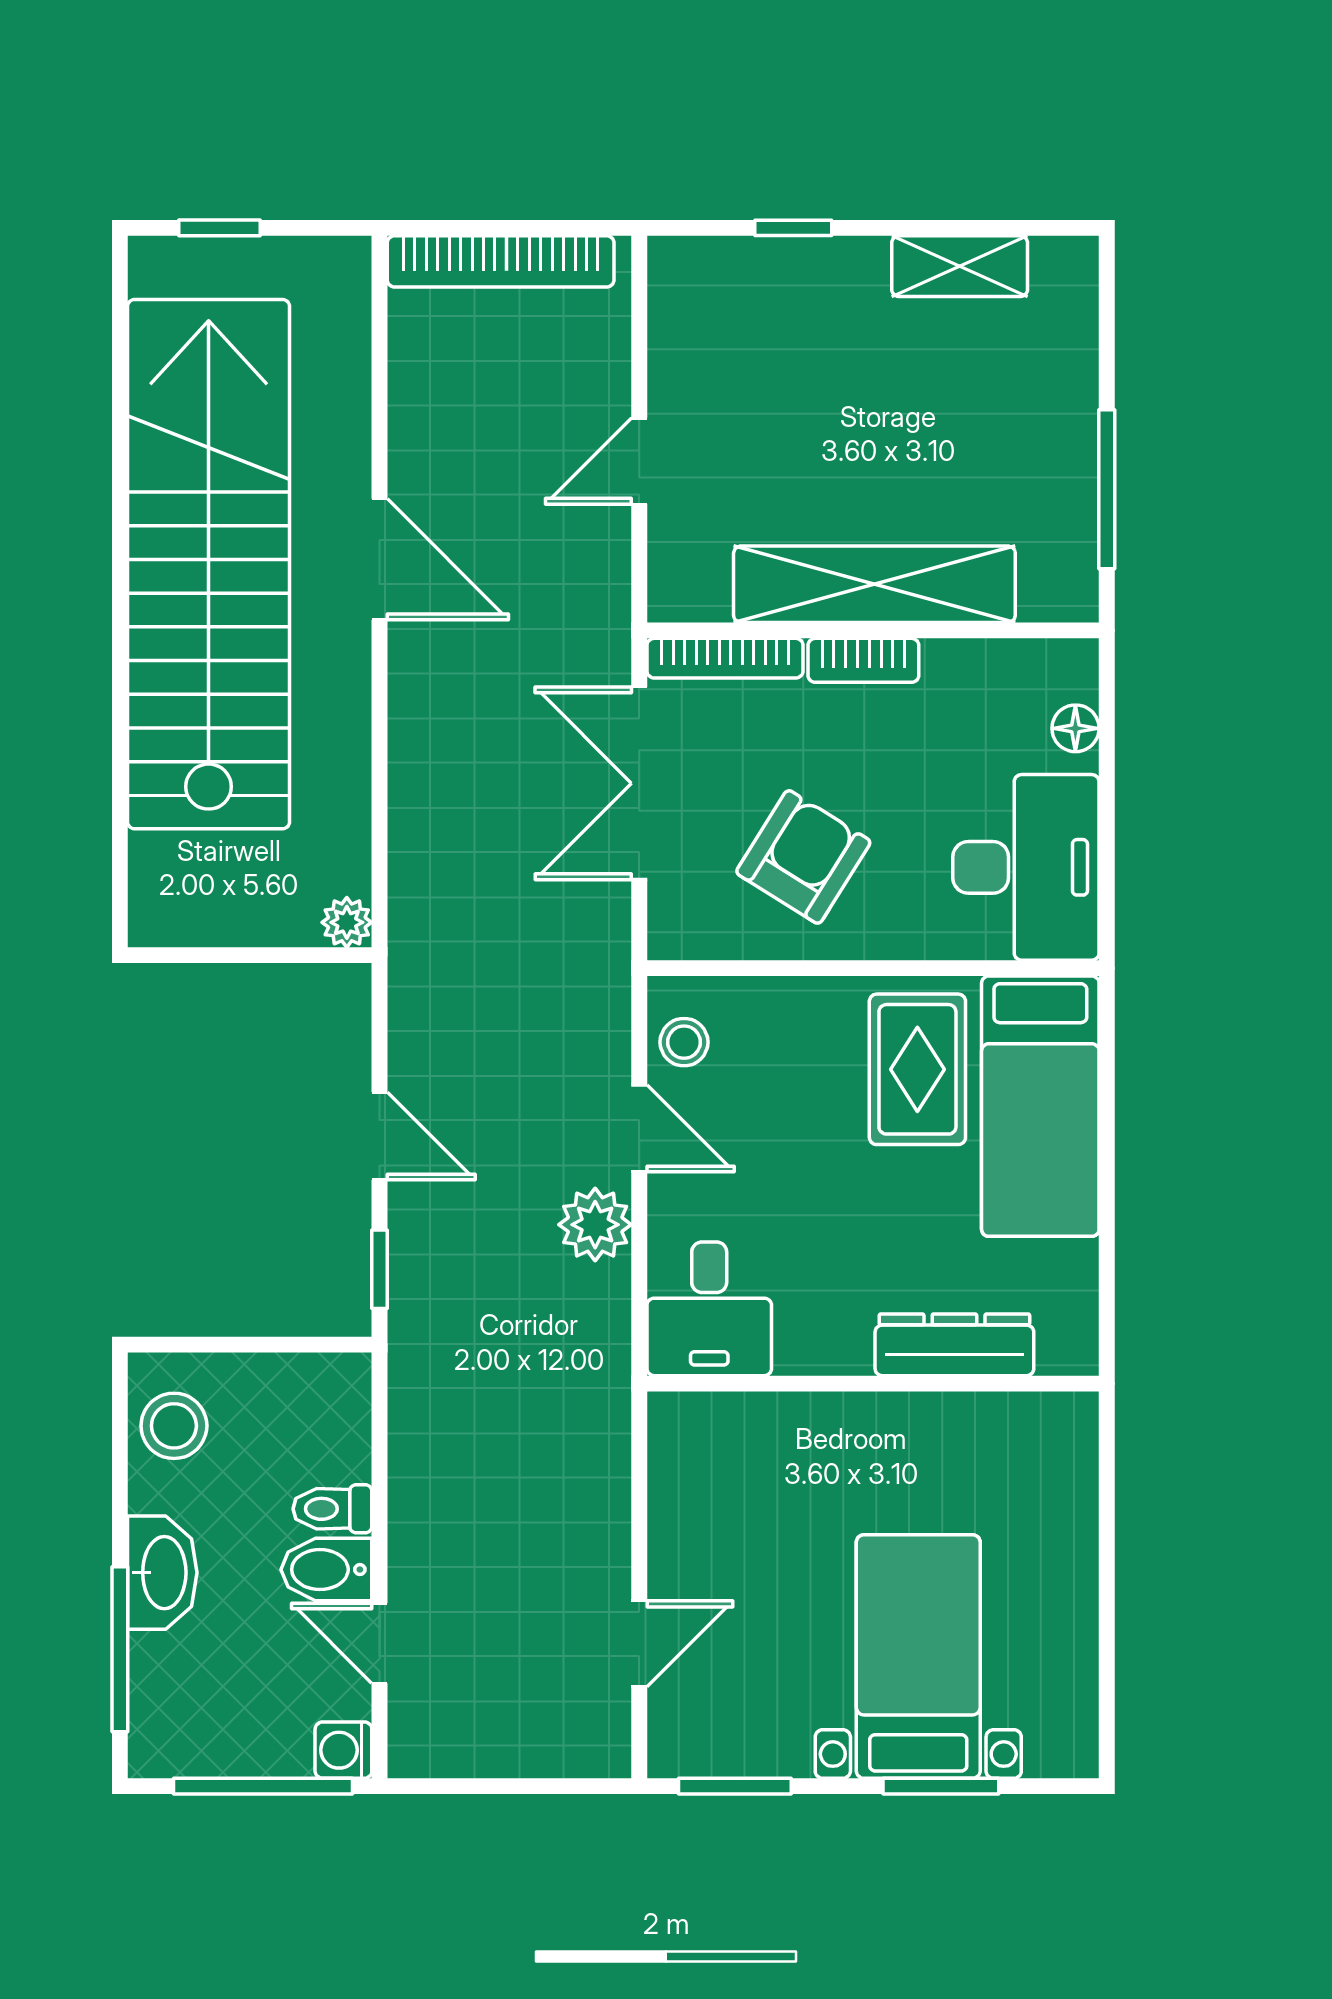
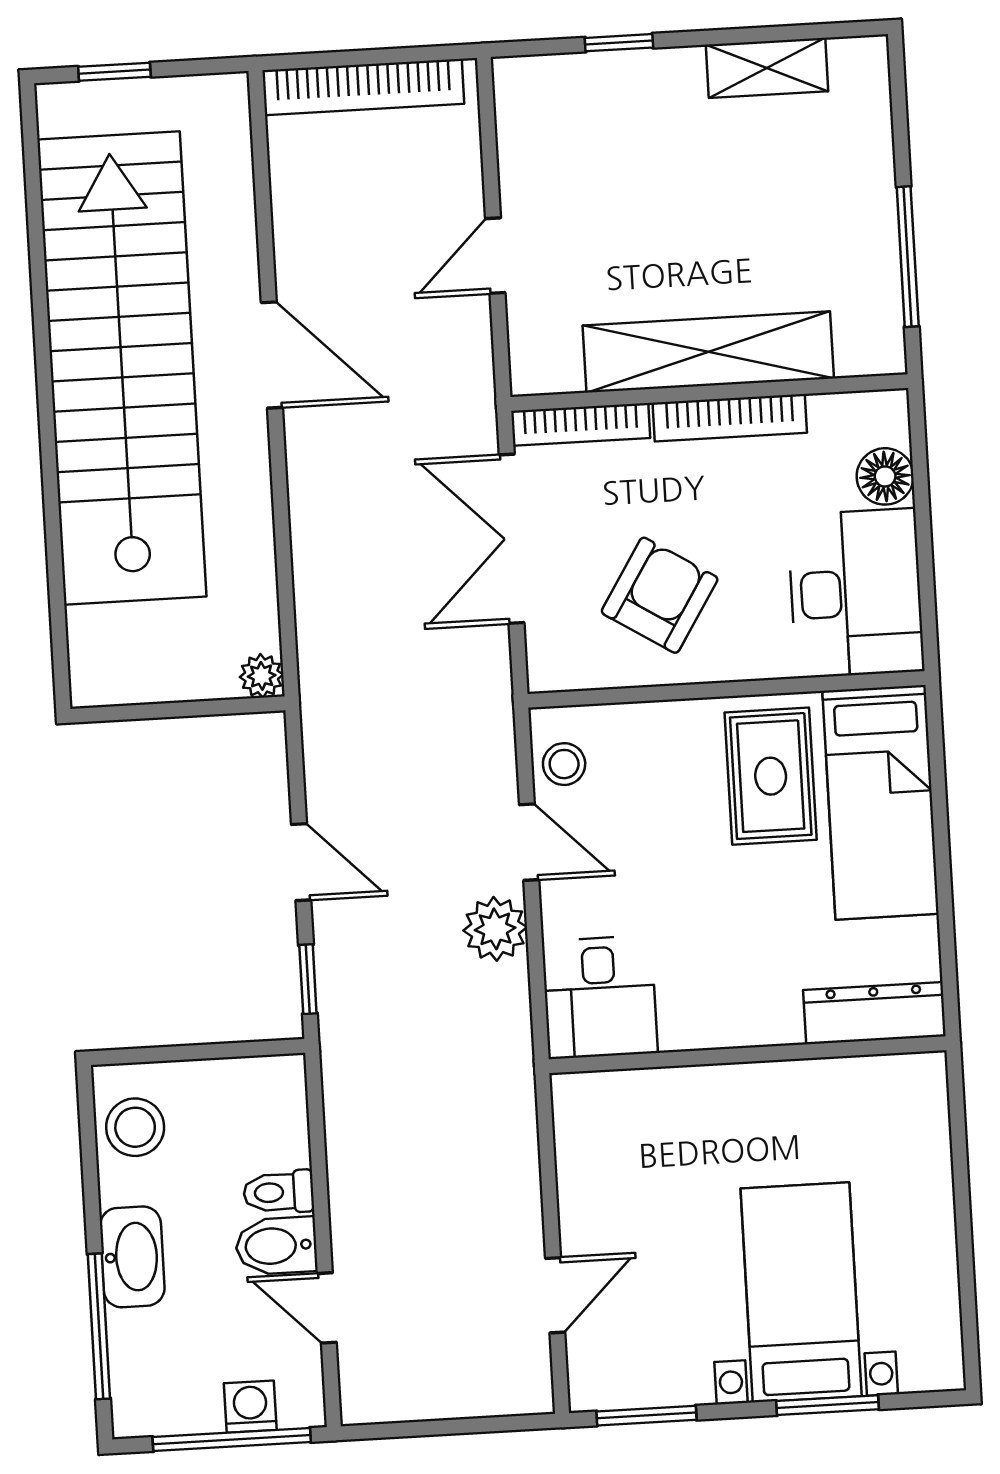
bookcase: (863, 660) -> (730, 418), width x1.56
floor lamp: (1075, 728) -> (885, 476), width x1.37, depth x1.37
dresser: (954, 1345) -> (874, 1013), moved
washing machine: (343, 1750) -> (250, 1407), moved, turned 90

